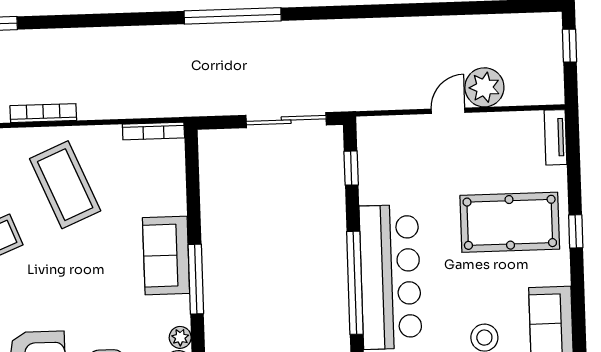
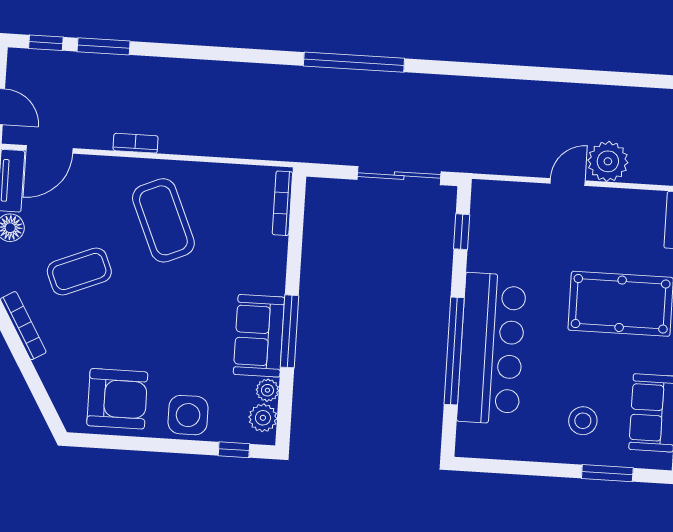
bookcase: (43, 113) -> (136, 143), width x0.64
bookcase: (153, 131) -> (282, 203), moved, turned 90
sofa: (166, 255) -> (259, 336), moved

